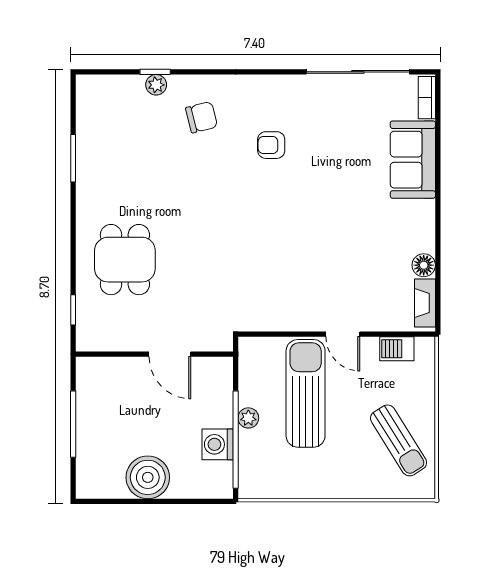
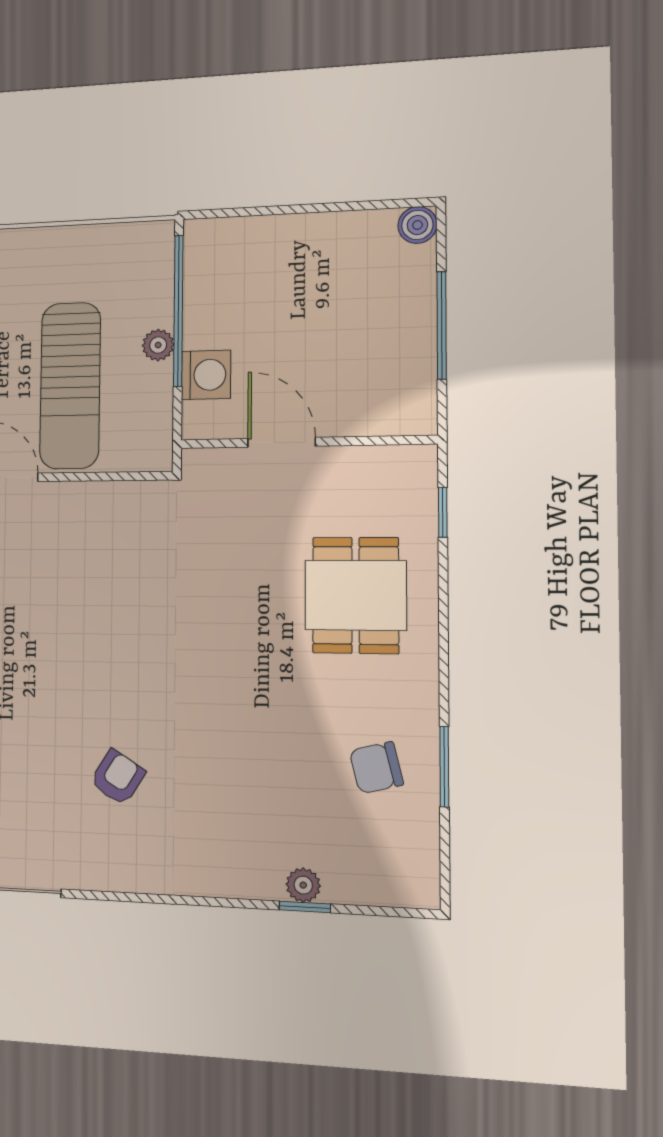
chair: (202, 117) -> (376, 768), moved
armchair: (271, 145) -> (118, 777), turned -58
washing machine: (218, 444) -> (206, 375), moved
boiler: (148, 477) -> (417, 225), moved, width x0.54, depth x0.54

